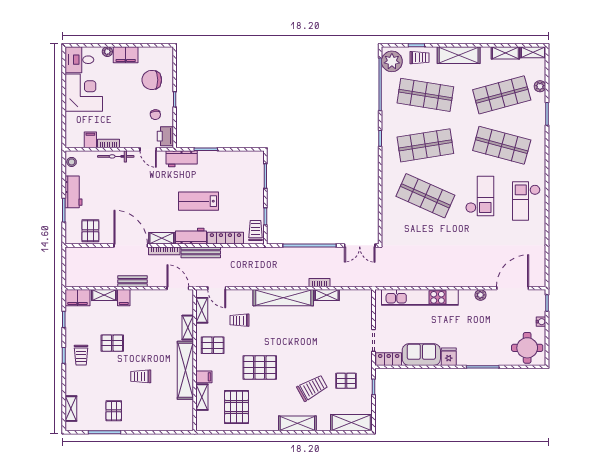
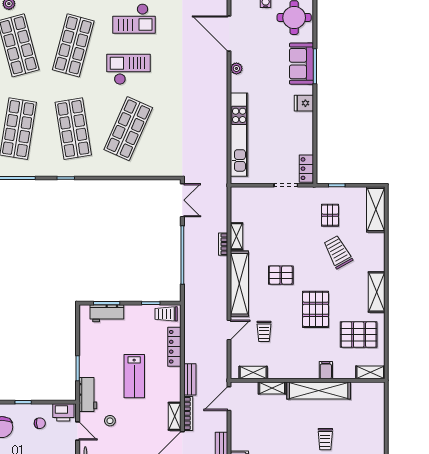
door: (148, 149) -> (78, 431), hinge flipped
stool: (158, 179) -> (110, 421), added
workbench: (191, 236) -> (107, 313), moved, turned -90
bench: (201, 252) -> (190, 379), width x0.73
door: (217, 288) -> (229, 330), moved
pallet: (213, 345) -> (281, 275), moved, turned 90
sofa: (421, 355) -> (302, 64), moved
shelving: (202, 397) -> (370, 372), moved
shelving: (297, 423) -> (377, 292), moved

